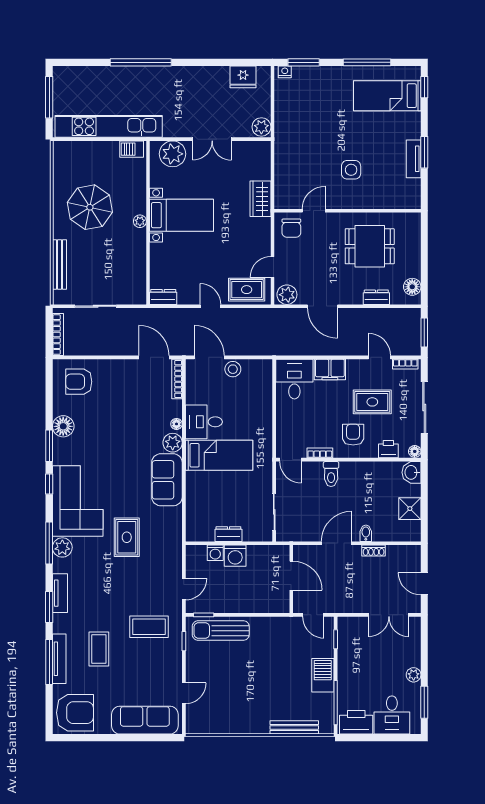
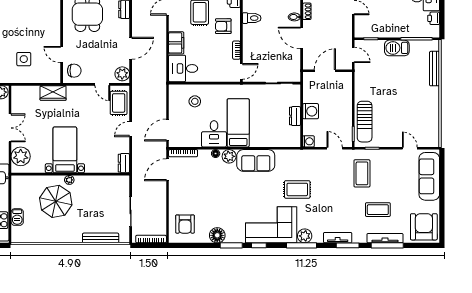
barbecue: (132, 149) -> (17, 217), moved
side table: (351, 170) -> (24, 59), moved
parasol: (90, 207) -> (56, 201), moved
stool: (233, 369) -> (195, 101), moved
toilet: (331, 474) -> (252, 18), moved
washing machine: (215, 553) -> (309, 141), moved
door: (313, 615) -> (353, 55), hinge flipped
printer: (356, 722) -> (434, 18), width x0.53, depth x0.68

